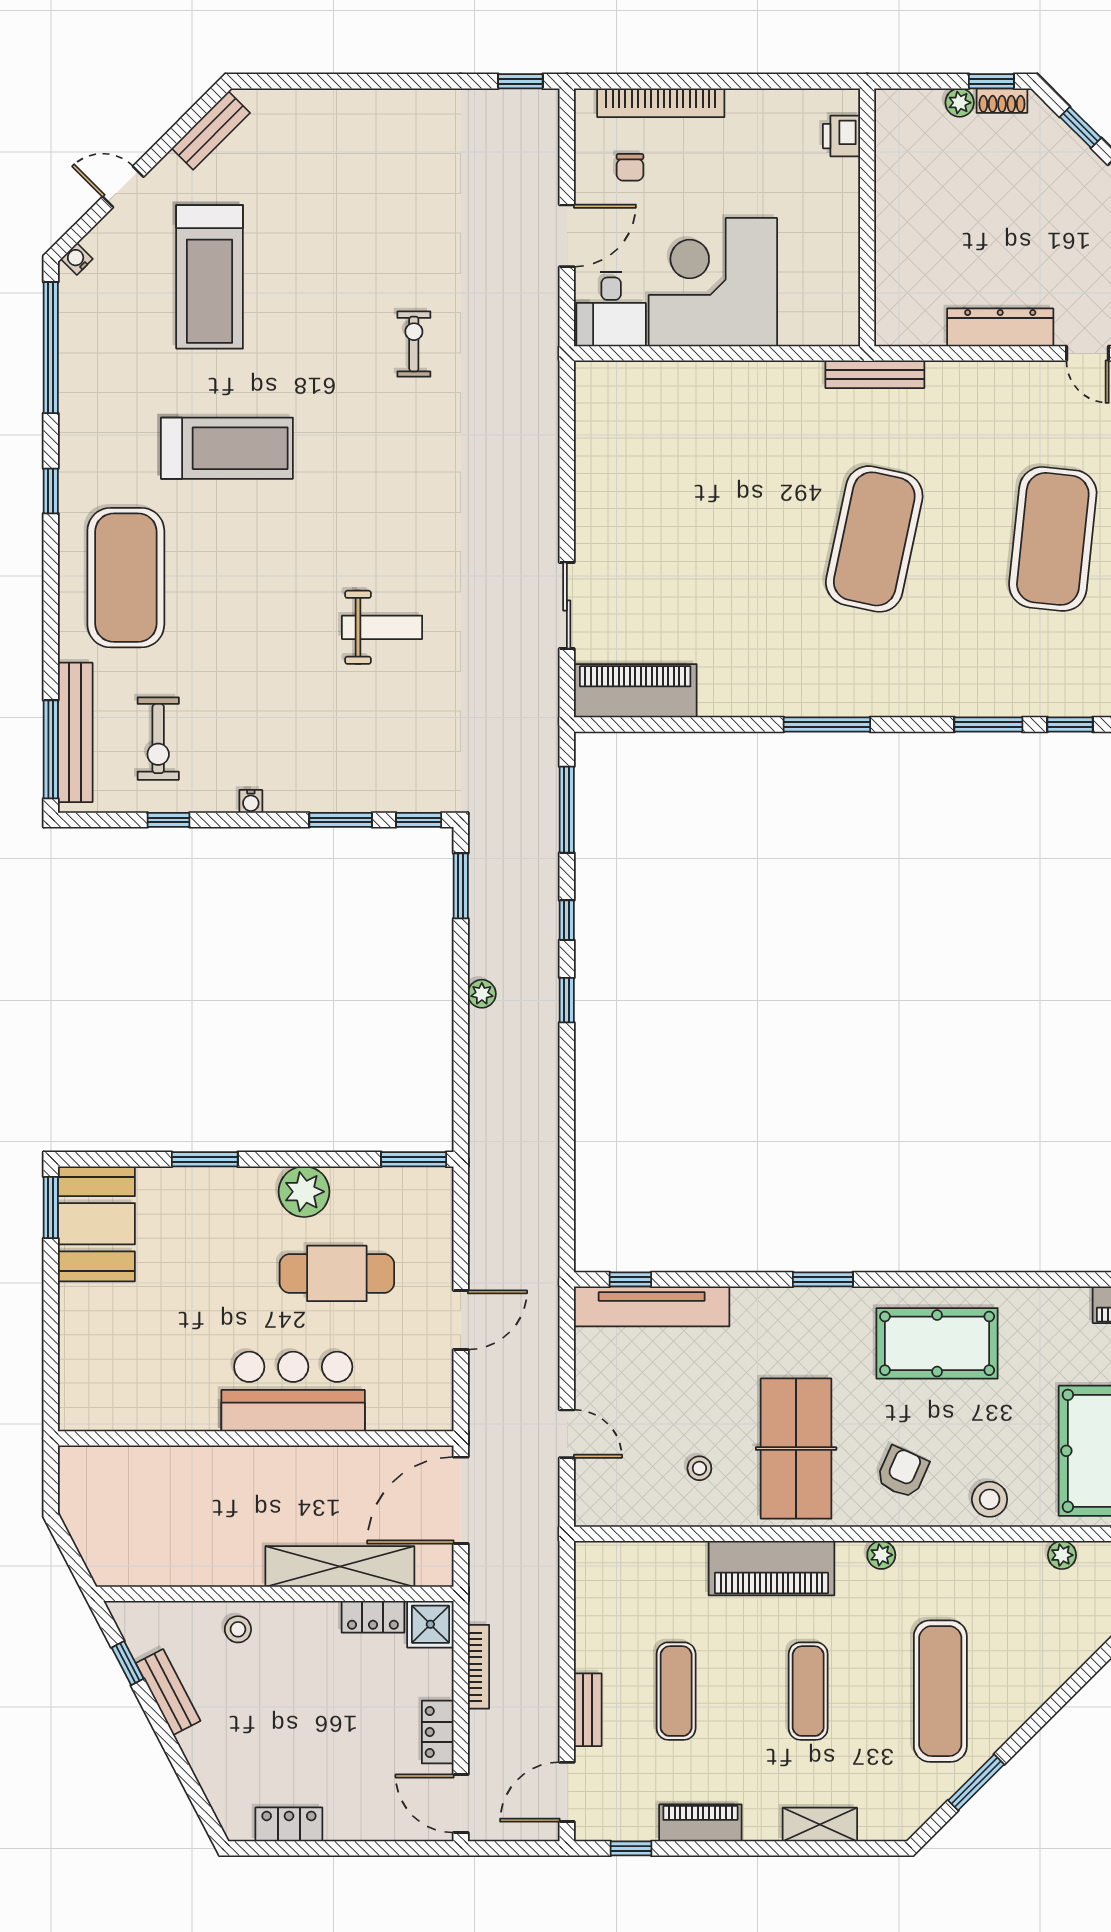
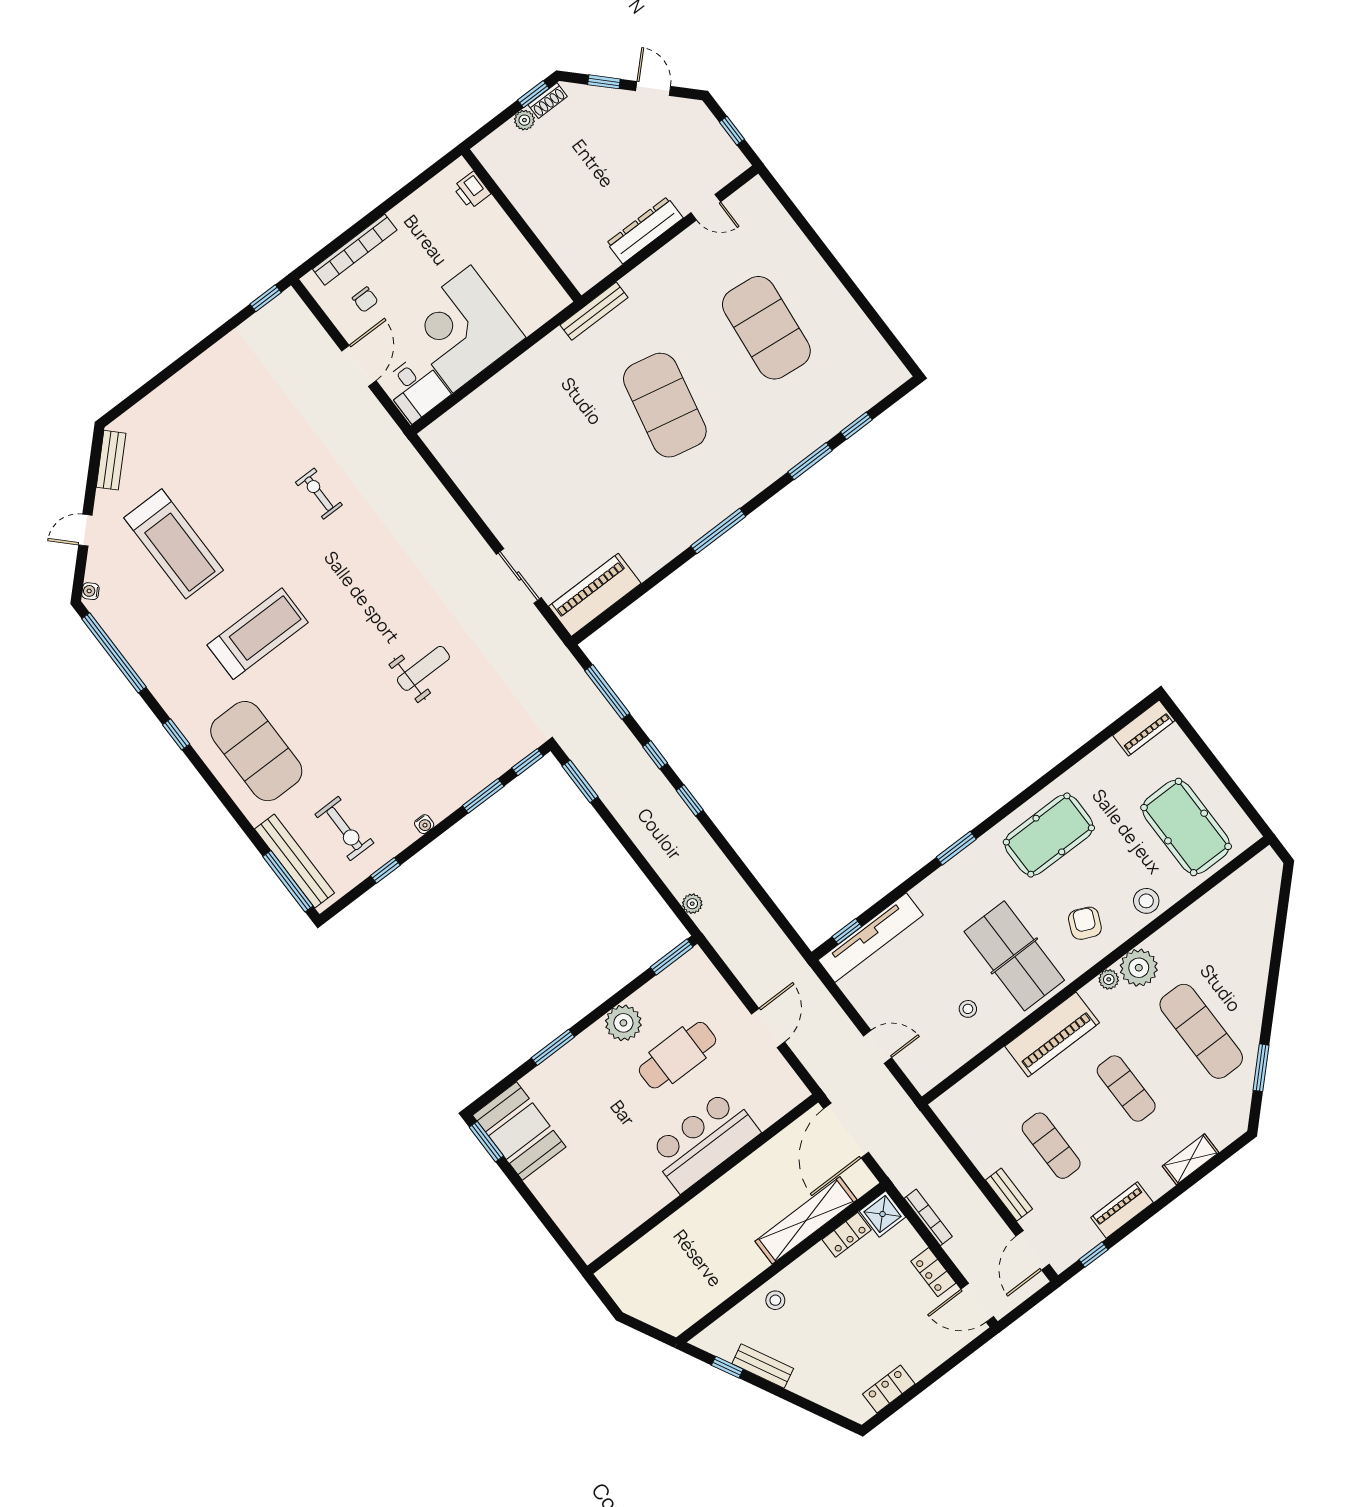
plant: (482, 994) -> (692, 904), moved
plant: (1062, 1555) -> (1139, 968), moved, width x1.87, depth x1.87

